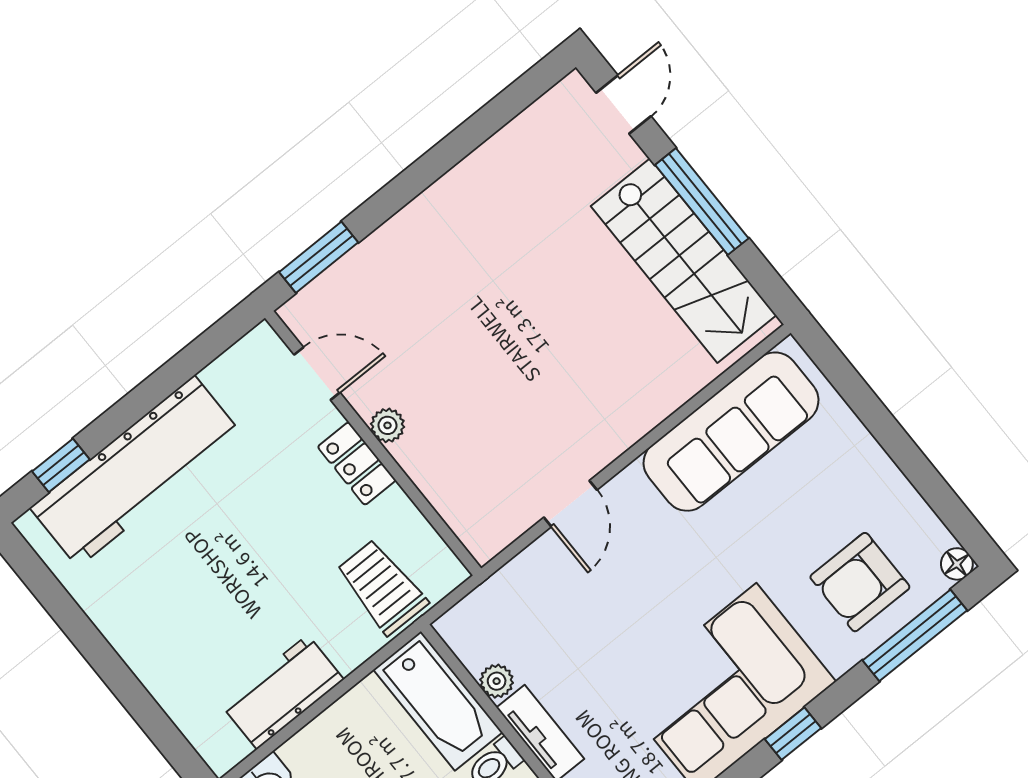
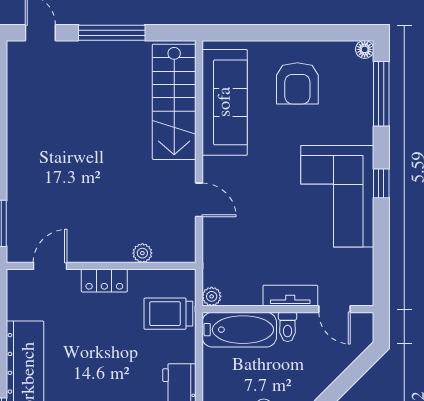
stairs: (684, 261) -> (174, 102), moved, turned 90
plant: (387, 425) -> (142, 253), moved
armchair: (860, 582) -> (297, 83), moved
plant: (497, 681) -> (212, 296), moved

